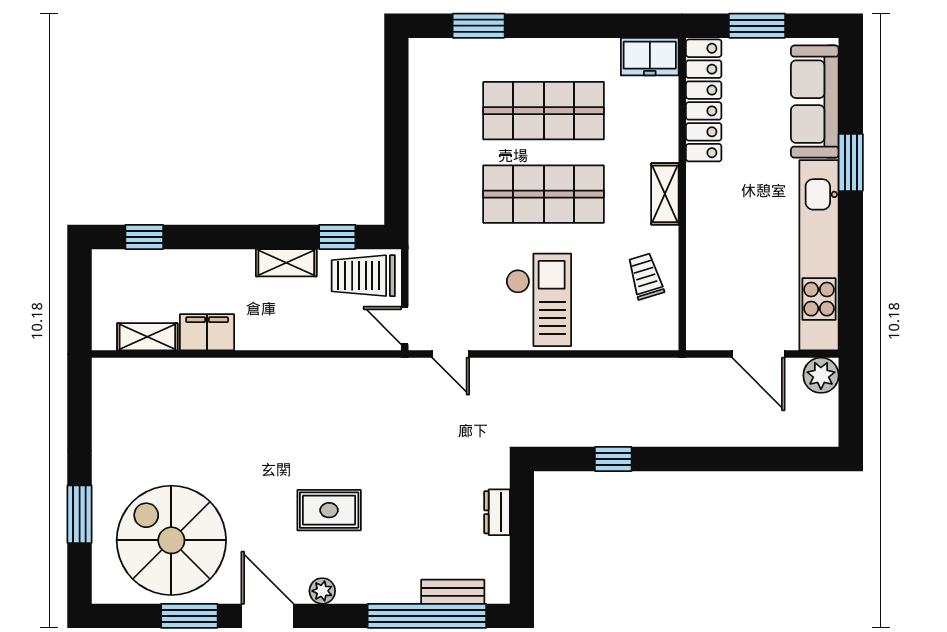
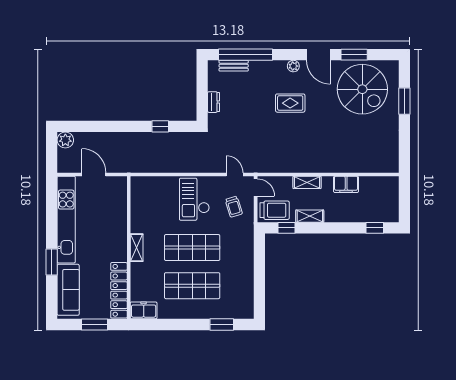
trolley: (646, 276) -> (234, 207), moved
shelving: (147, 337) -> (307, 182), moved
plant: (821, 375) -> (65, 140), moved

